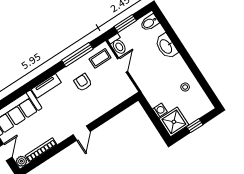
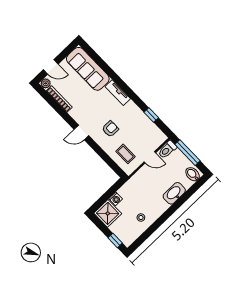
window: (125, 24) -> (188, 153), width x1.44
window: (77, 55) -> (151, 115), width x0.46
coffee table: (100, 58) -> (125, 154), moved
armchair: (83, 82) -> (110, 129), moved
window: (195, 126) -> (115, 240), moved

